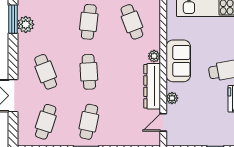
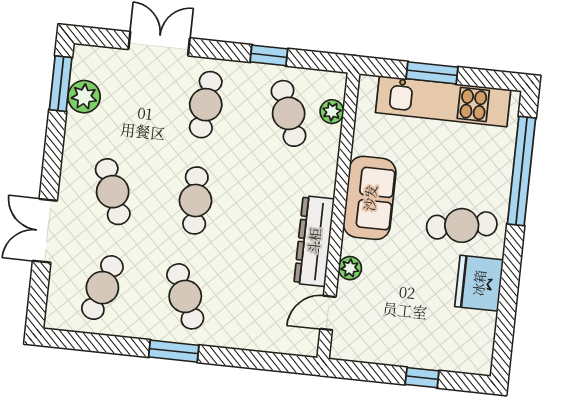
plant: (154, 56) -> (332, 112), moved
cafe table: (89, 122) -> (185, 296), turned -36

